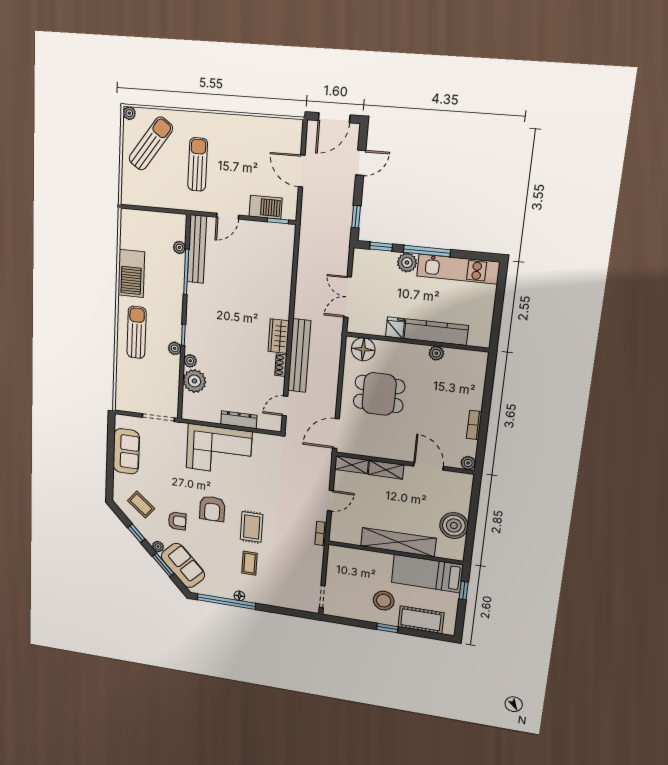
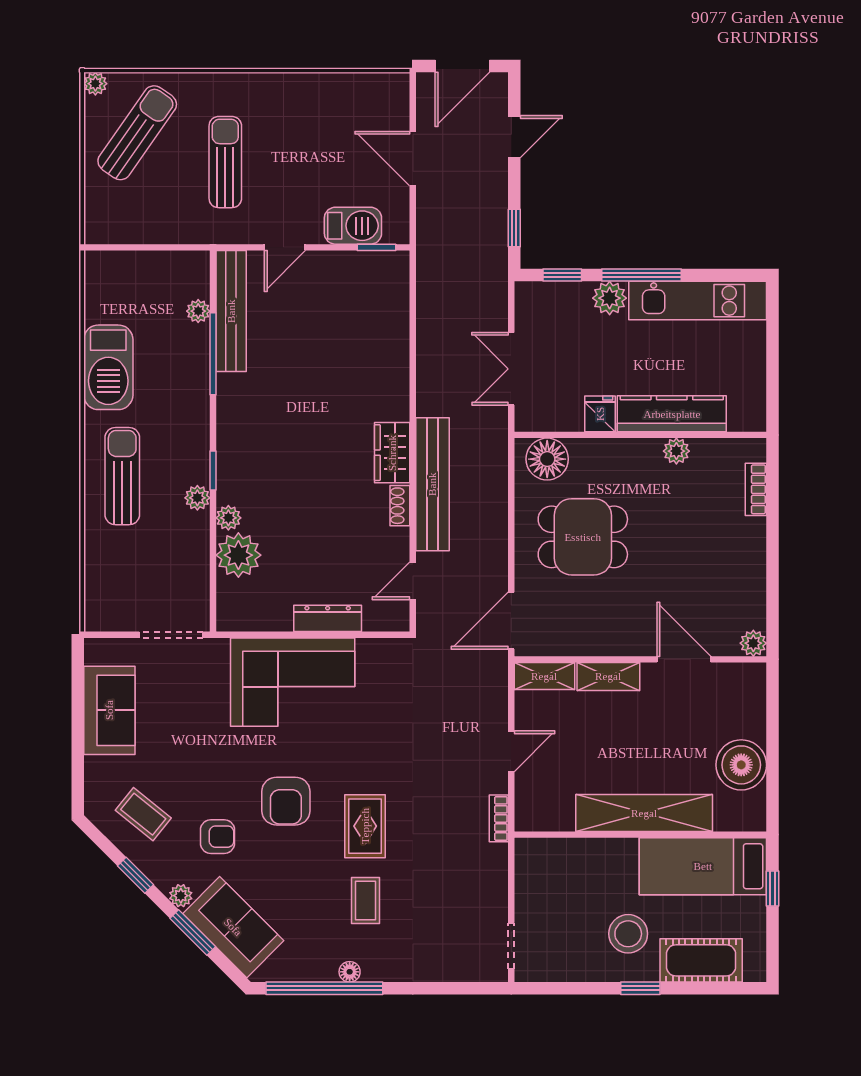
bookcase: (474, 425) -> (756, 489), moved

